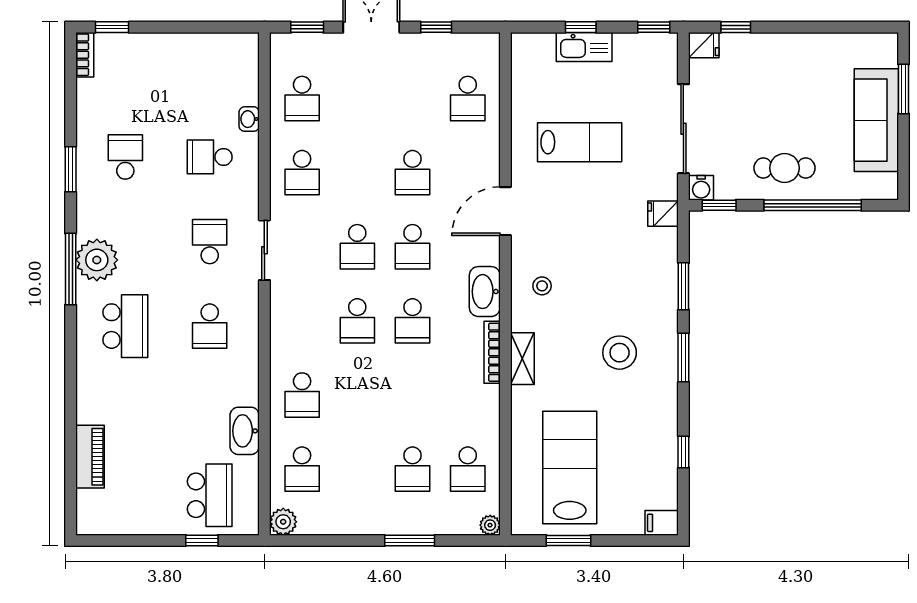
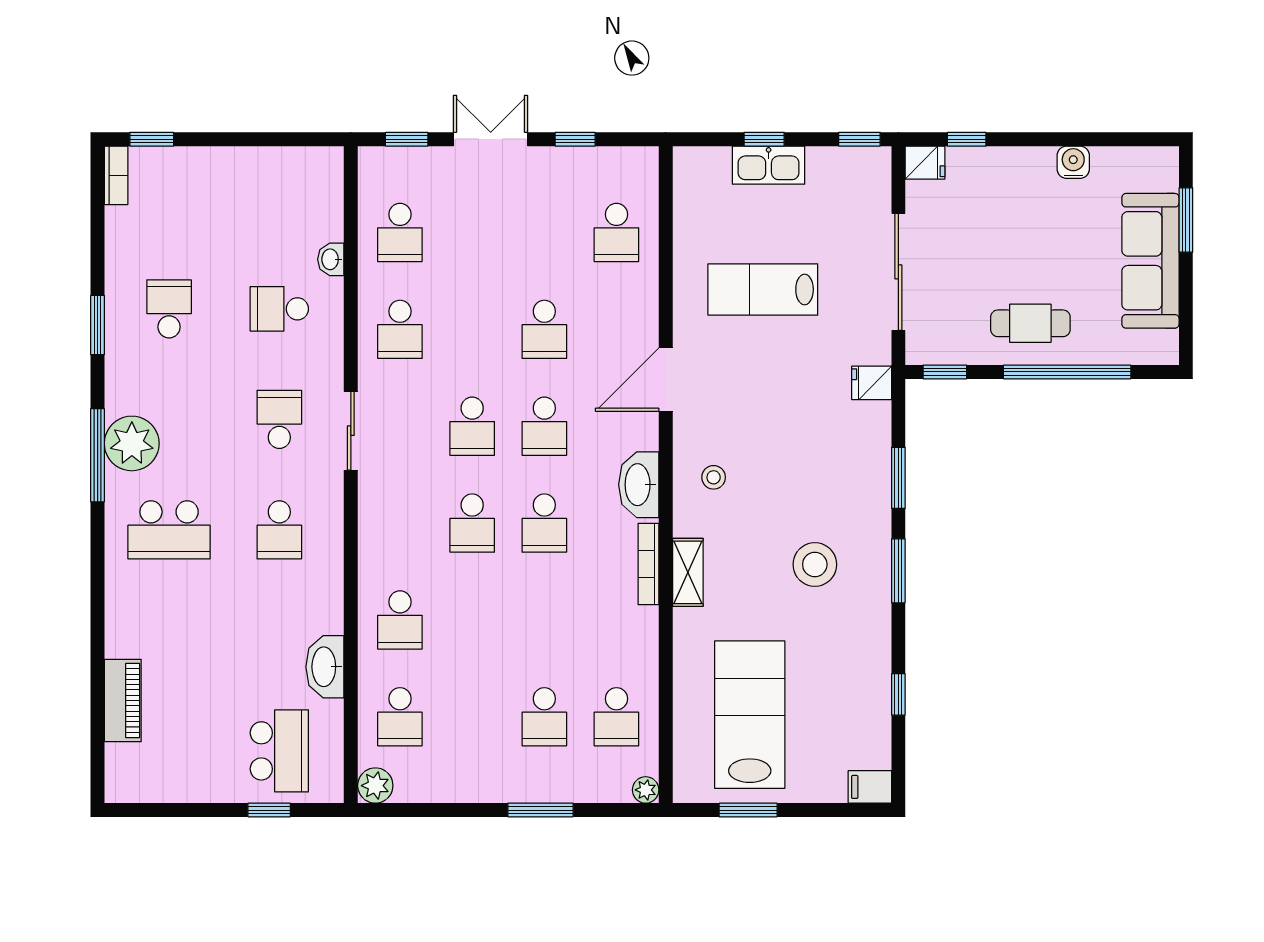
lab bench: (580, 142) -> (763, 289), turned 180
water cooler: (701, 188) -> (1073, 162), moved, turned 180
school desk: (125, 326) -> (169, 530), turned 90

